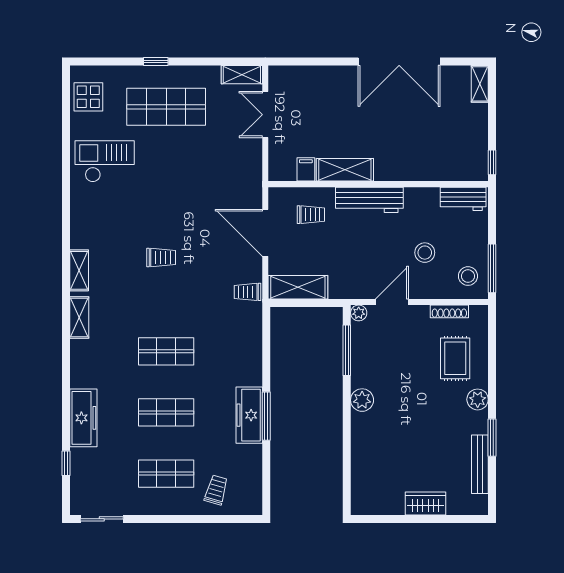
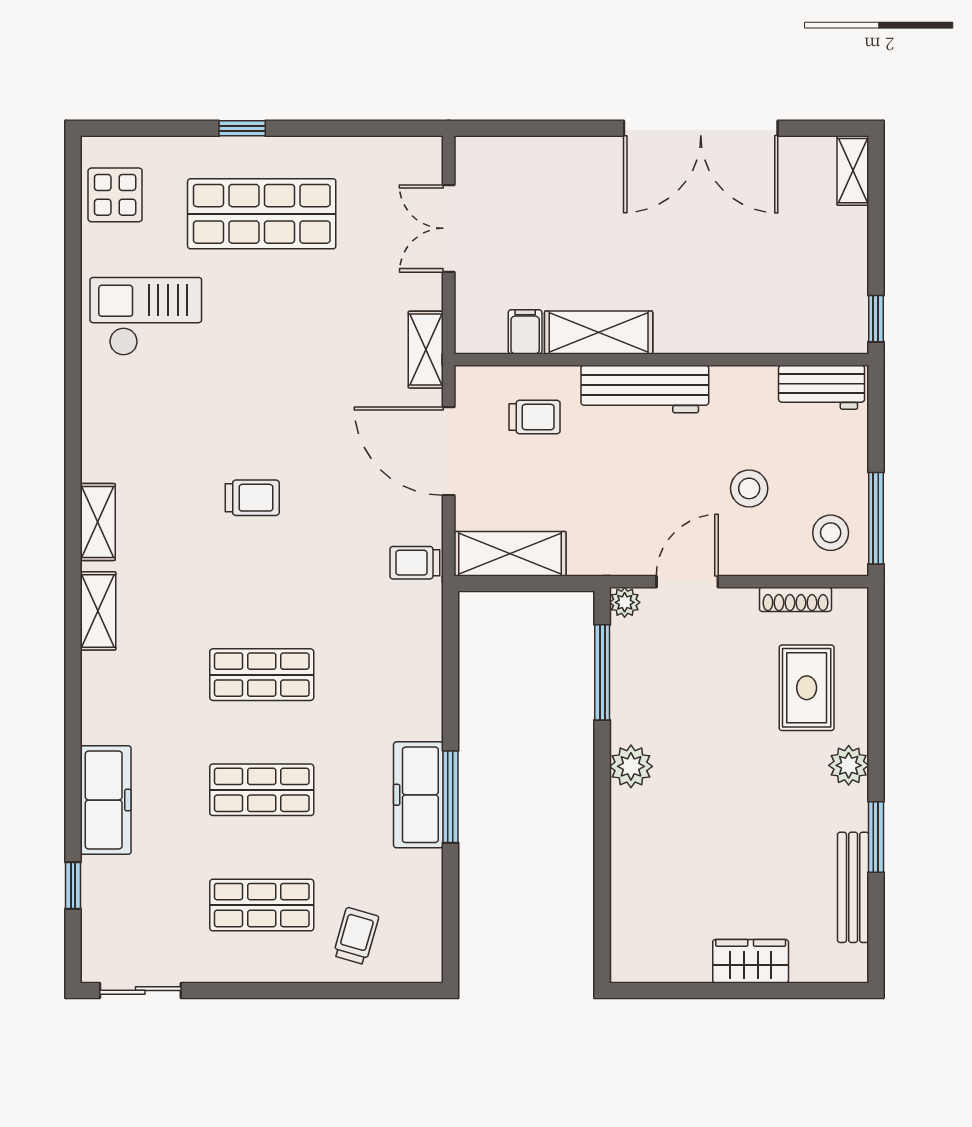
shelving: (242, 75) -> (426, 350), moved, turned 90

